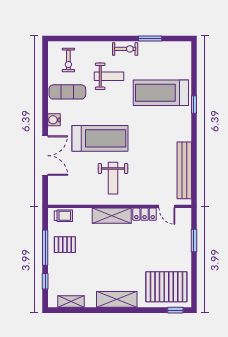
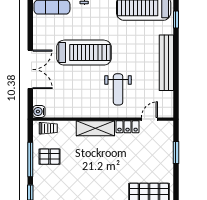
water cooler: (54, 120) -> (39, 111), moved
bench: (184, 170) -> (166, 63), moved
weight bench: (113, 178) -> (118, 89), moved
door: (167, 206) -> (149, 119), swing flipped

